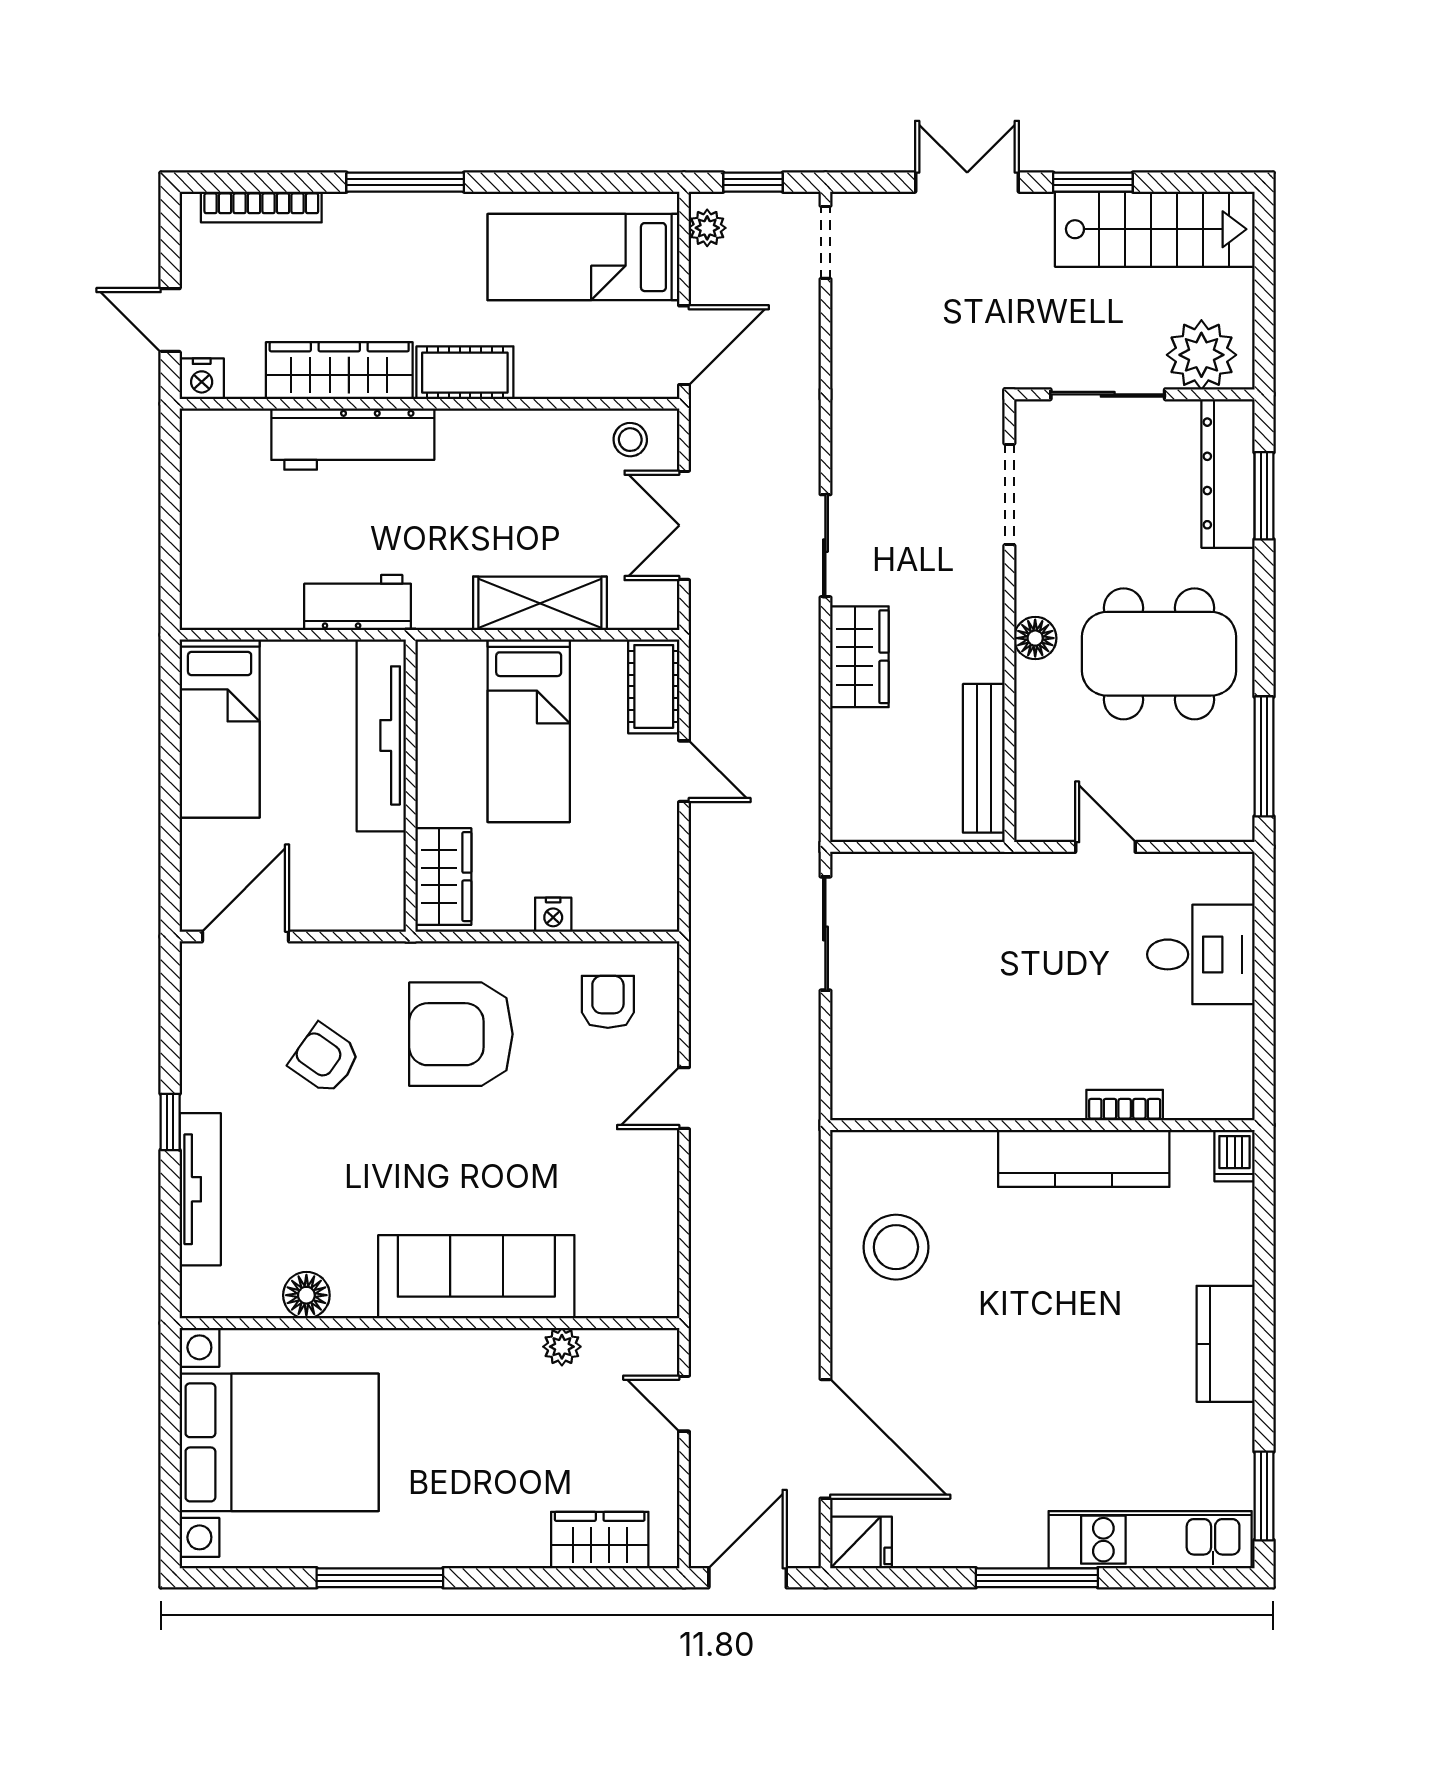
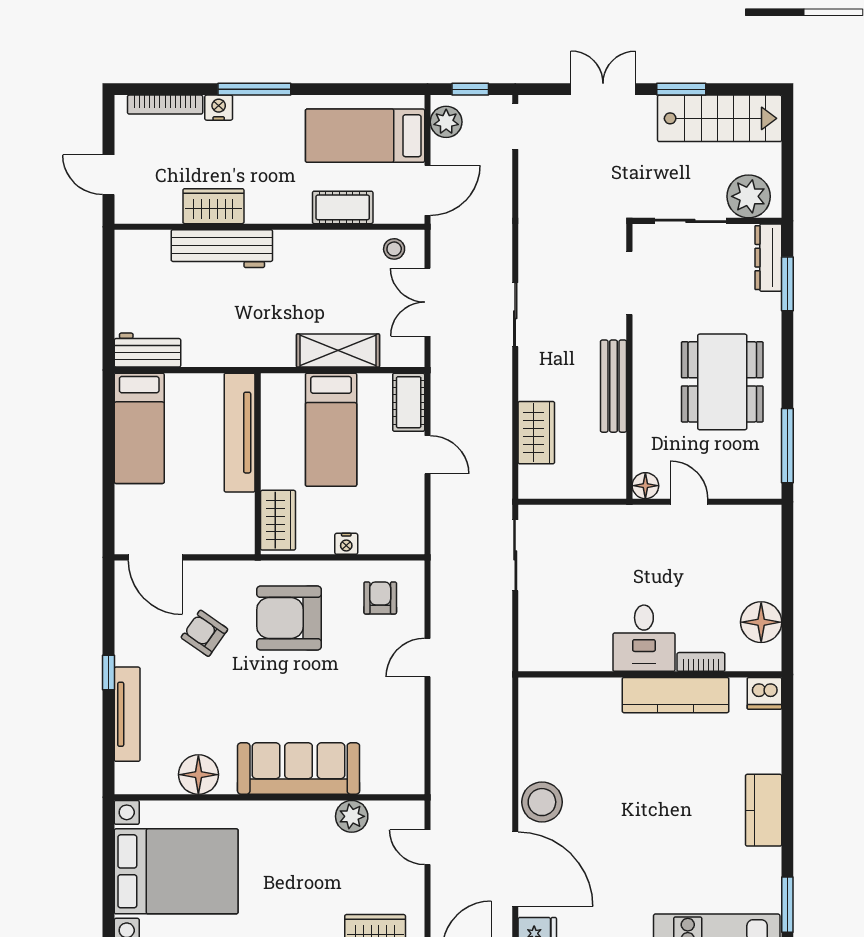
plant: (707, 228) -> (446, 122), width x1.38, depth x1.38
wardrobe: (339, 371) -> (213, 206), width x0.67
cot: (465, 373) -> (343, 207), moved
nightstand: (202, 379) -> (219, 108), moved, turned 180
dresser: (1228, 473) -> (768, 258), width x0.73, depth x0.80
workbench: (358, 602) -> (147, 350), moved
floor lamp: (1035, 638) -> (645, 486), moved
dining table: (1159, 654) -> (722, 382), turned 90
wardrobe: (859, 657) -> (536, 433), moved
bench: (984, 758) -> (614, 386), moved
door: (246, 937) -> (155, 557), swing flipped
desk: (1201, 954) -> (644, 638), moved, turned 90
floor lamp: (1222, 1041) -> (761, 622), added
dishwasher: (1235, 1156) -> (764, 693), width x1.38
stool: (896, 1247) -> (542, 802), moved
floor lamp: (306, 1295) -> (198, 775), width x1.38, depth x1.38
plant: (562, 1347) -> (352, 816), width x1.38, depth x1.38

